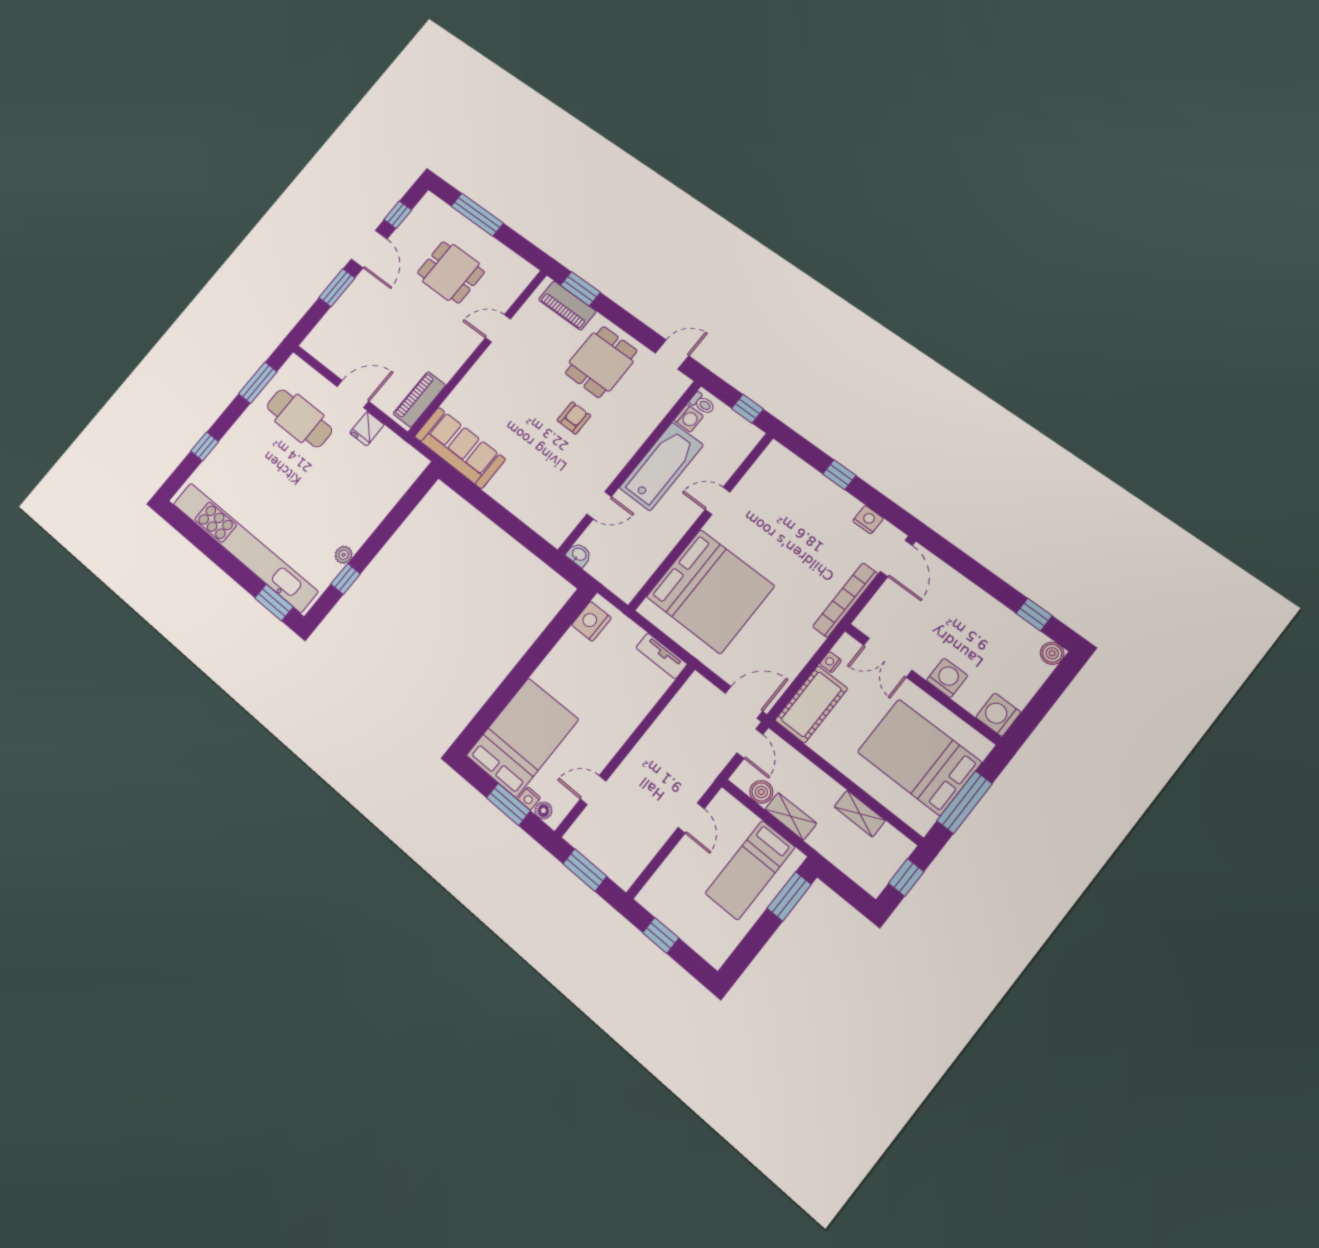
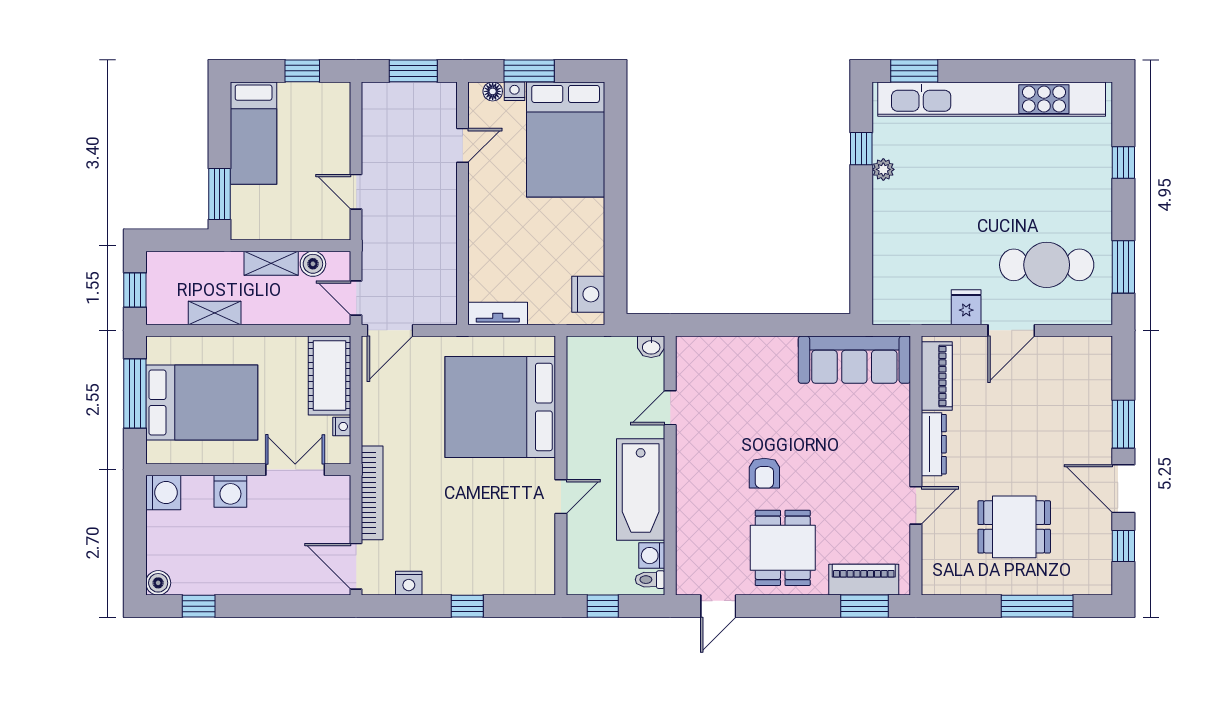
dresser: (456, 358) -> (934, 444), added
bed: (750, 870) -> (254, 133), moved, turned 180

